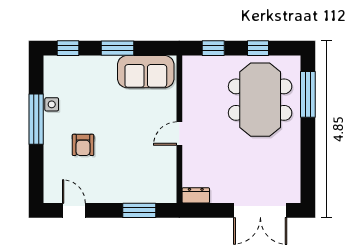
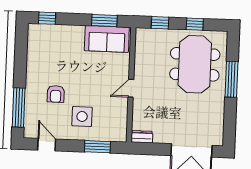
window: (118, 48) -> (104, 21), moved
window: (308, 94) -> (231, 79), moved
side table: (52, 104) -> (82, 116), moved, width x1.87, depth x1.87
window: (36, 119) -> (19, 108), moved

